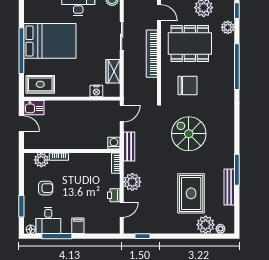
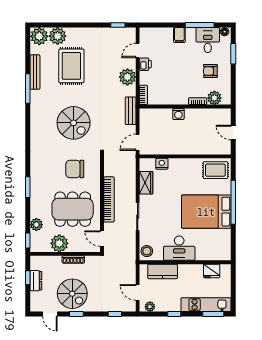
window: (237, 67) -> (28, 187), width x0.47
kitchen sink: (34, 108) -> (221, 148), removed
washing machine: (114, 143) -> (178, 114), moved
plant: (220, 229) -> (39, 36), width x1.87, depth x1.87

